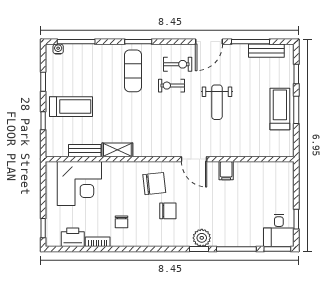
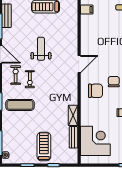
weight bench: (217, 102) -> (41, 49), turned -90
filing cabinet: (226, 171) -> (87, 10), moved
chair: (154, 184) -> (95, 91), turned 96

